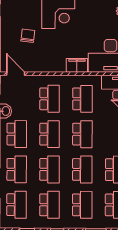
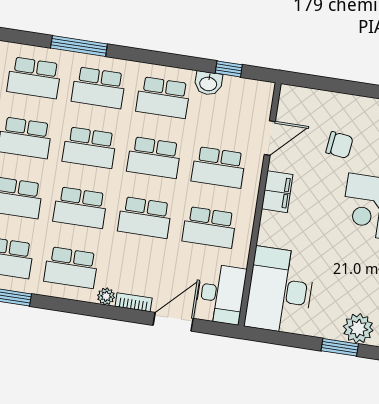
filing cabinet: (77, 65) -> (277, 192), moved
door: (16, 74) -> (270, 138), moved

